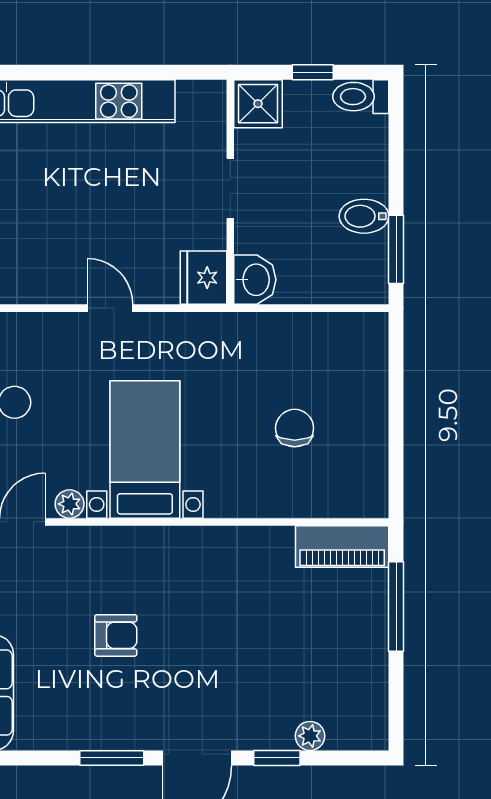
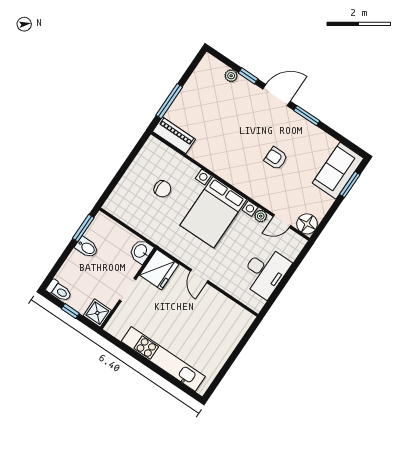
fridge: (203, 278) -> (159, 270), width x1.36, depth x1.34
chair: (295, 428) -> (162, 189), turned -90
bed with nightstands: (145, 449) -> (213, 212), width x1.36

